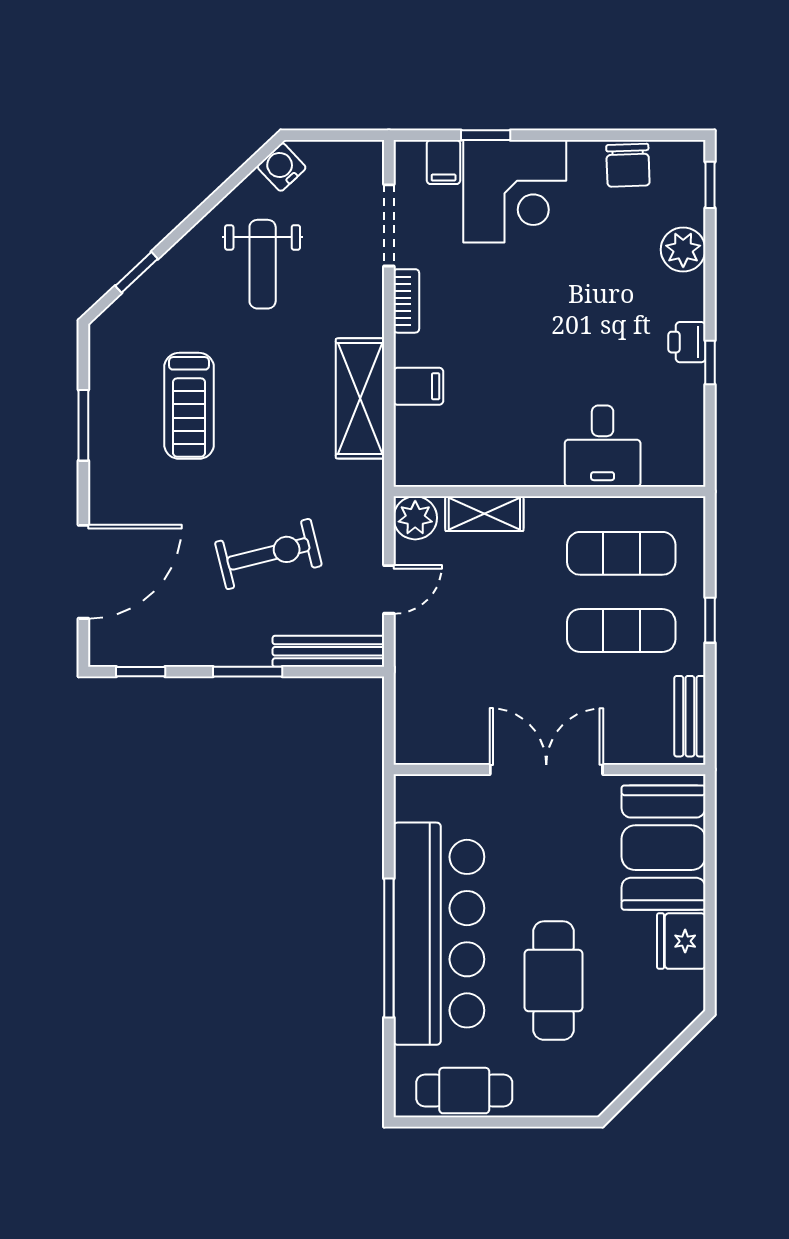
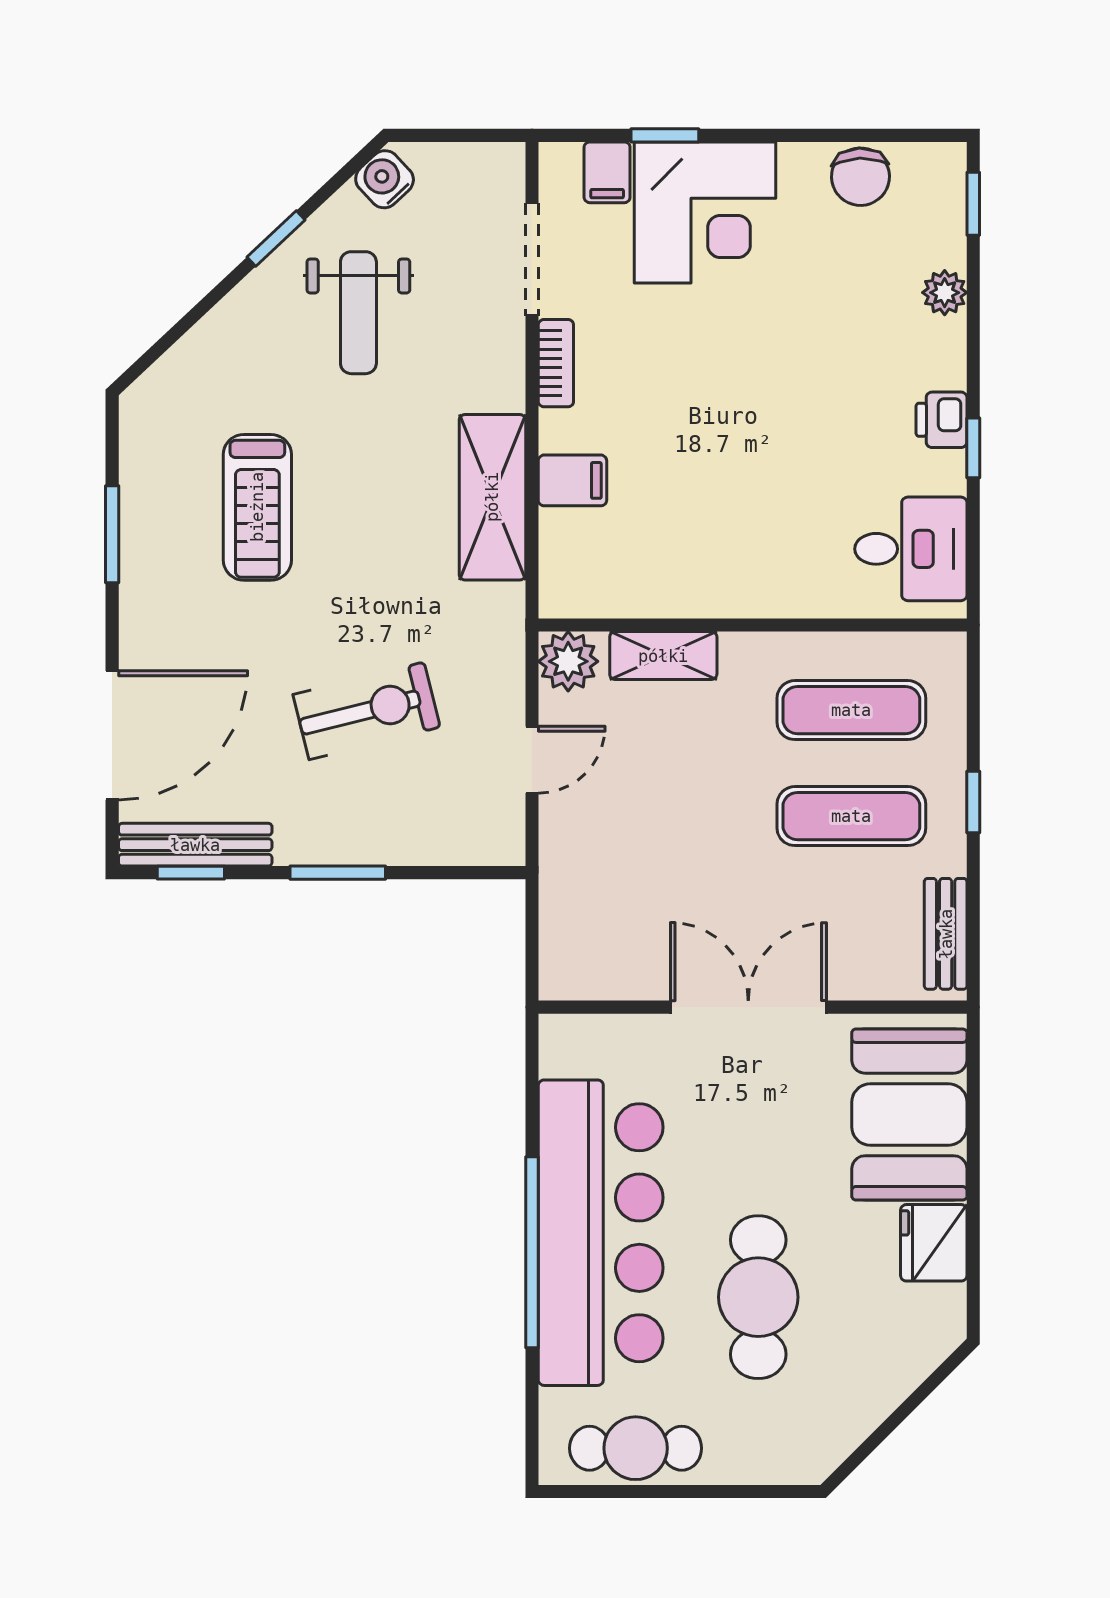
plant: (683, 250) -> (945, 293), width x0.73, depth x0.73
window: (136, 272) -> (276, 239), moved
desk: (603, 446) -> (911, 549), moved, turned -90
bench: (328, 651) -> (195, 845), moved

